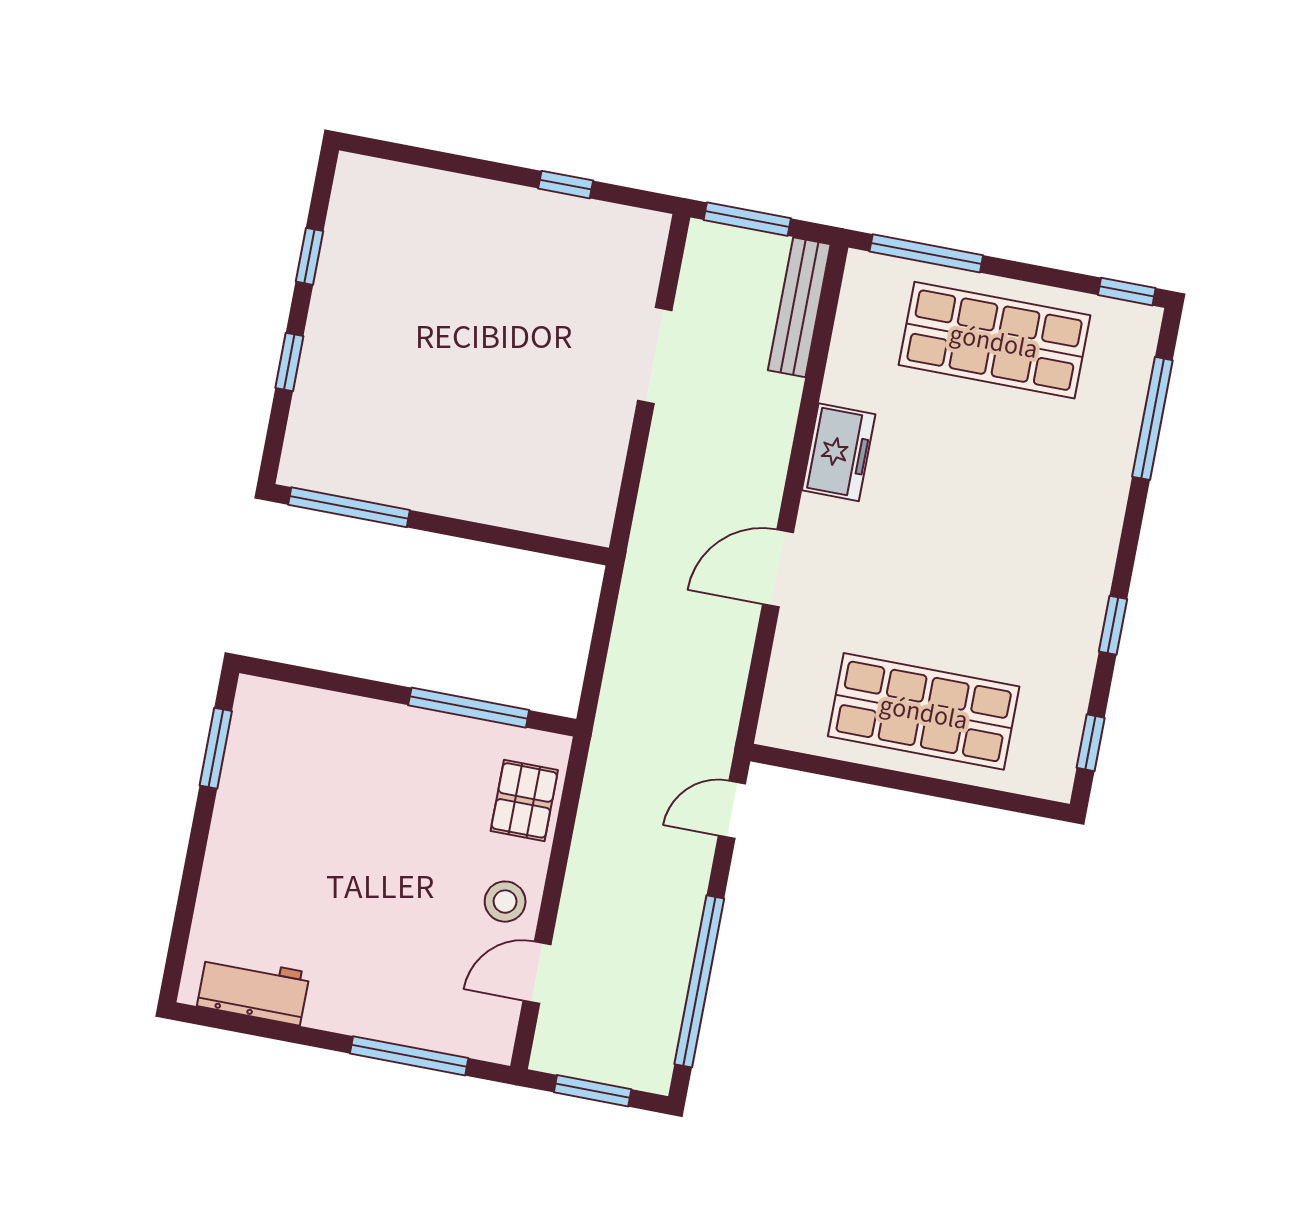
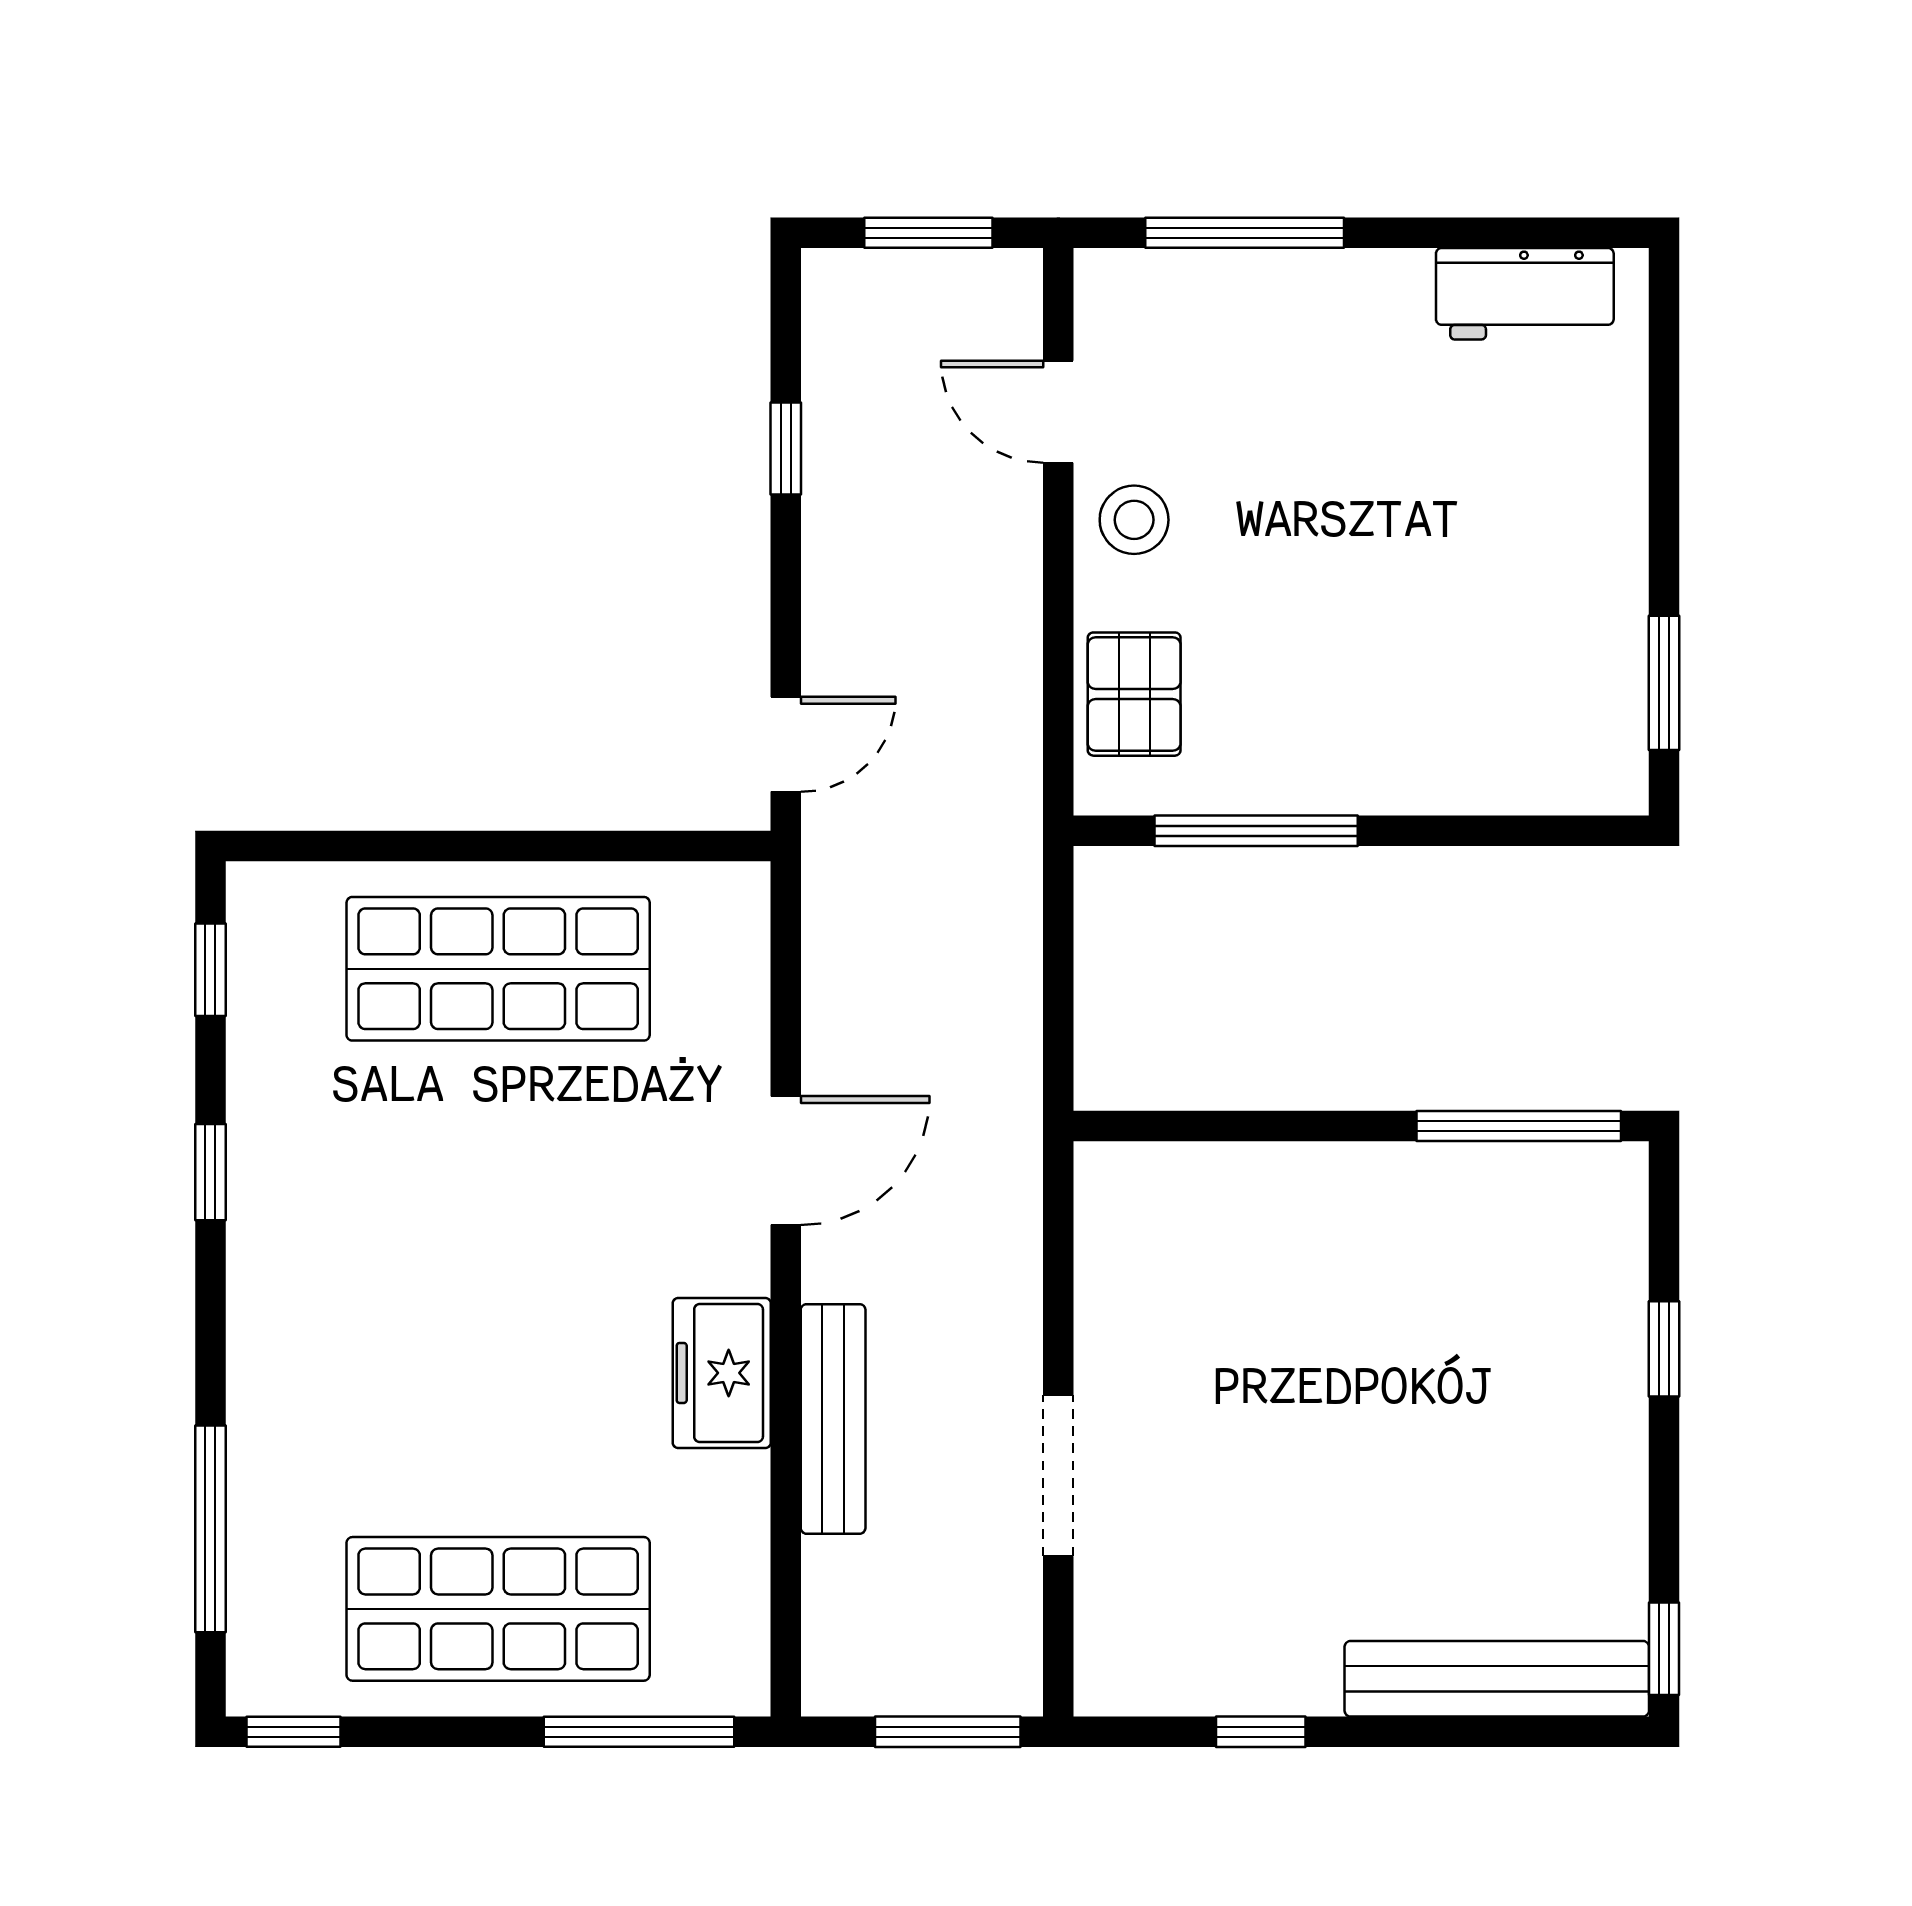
bench: (423, 189) -> (1497, 1679), added
window: (310, 256) -> (1664, 1649), moved
bench: (799, 307) -> (833, 1419), moved
door: (537, 973) -> (1058, 412), swing flipped
window: (699, 981) -> (786, 449), width x0.32

